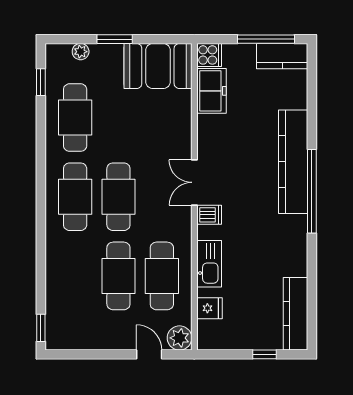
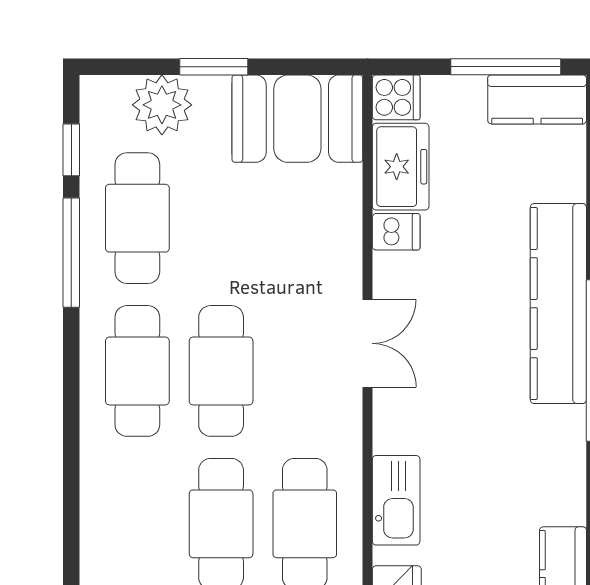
plant: (81, 52) -> (162, 105), width x1.87, depth x1.87
window: (41, 135) -> (71, 253), added
double door: (194, 182) -> (368, 343), swing flipped
dishwasher: (209, 215) -> (396, 232), moved

